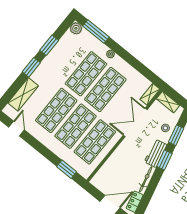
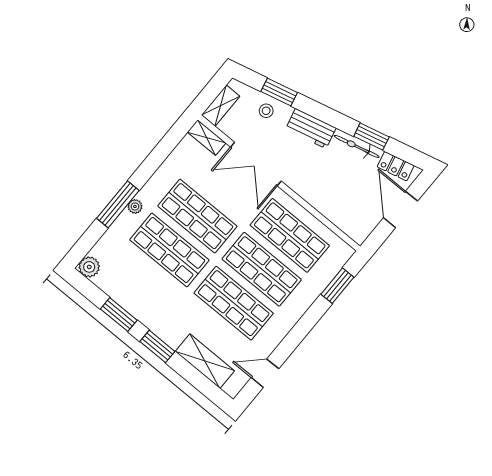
window: (96, 32) -> (118, 204), moved
window: (164, 160) -> (371, 137), moved

